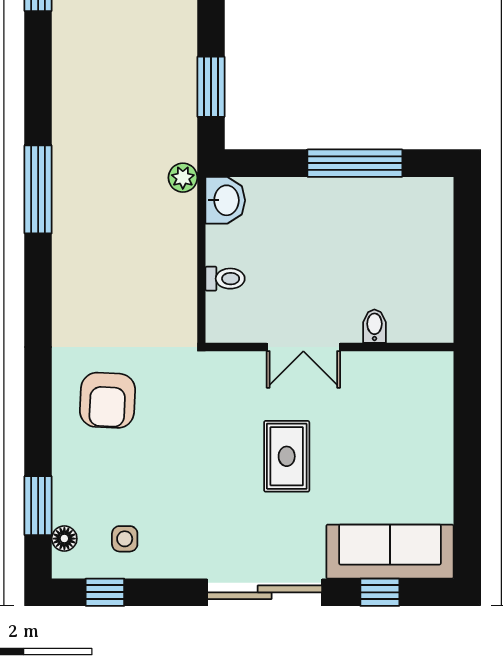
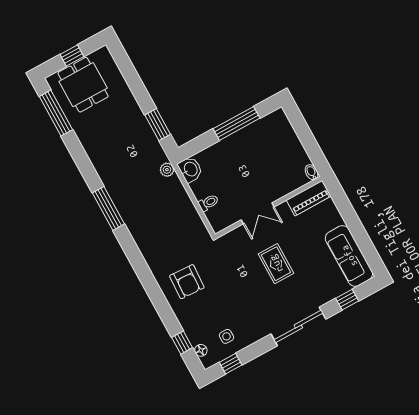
bidet: (374, 326) -> (312, 172), moved
piano: (411, 370) -> (309, 198), added
window: (38, 506) -> (182, 343), width x0.67
sofa: (390, 552) -> (349, 256), moved, turned -90

